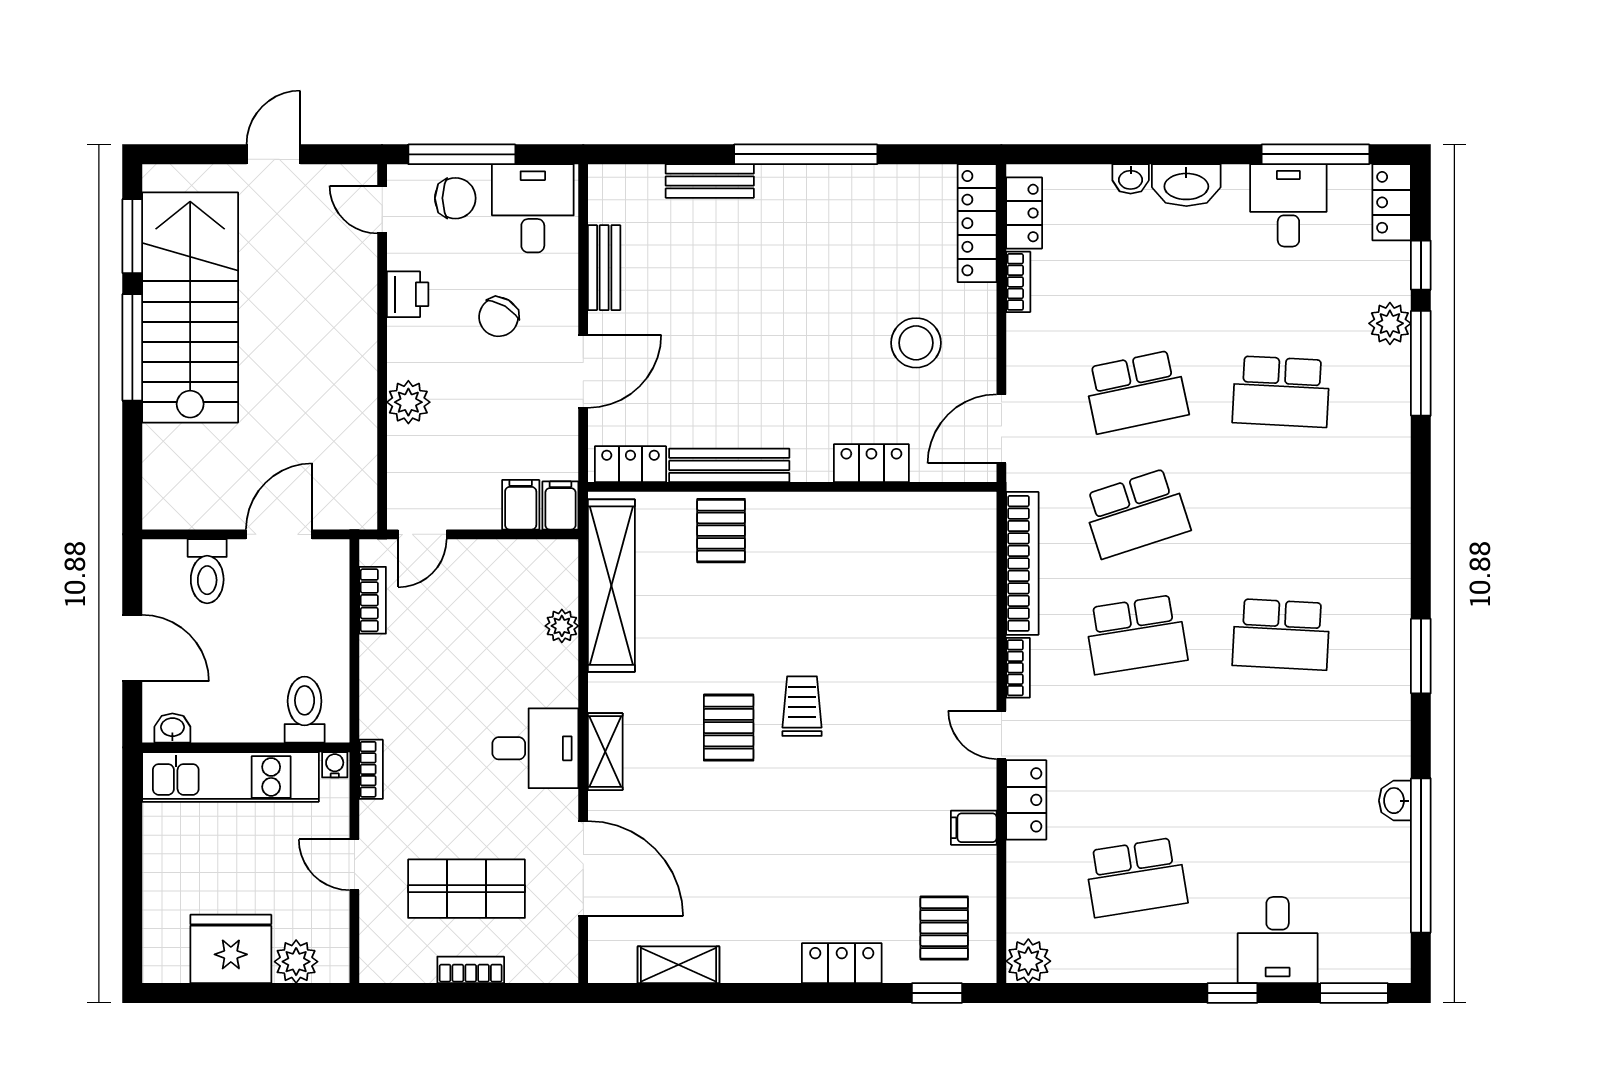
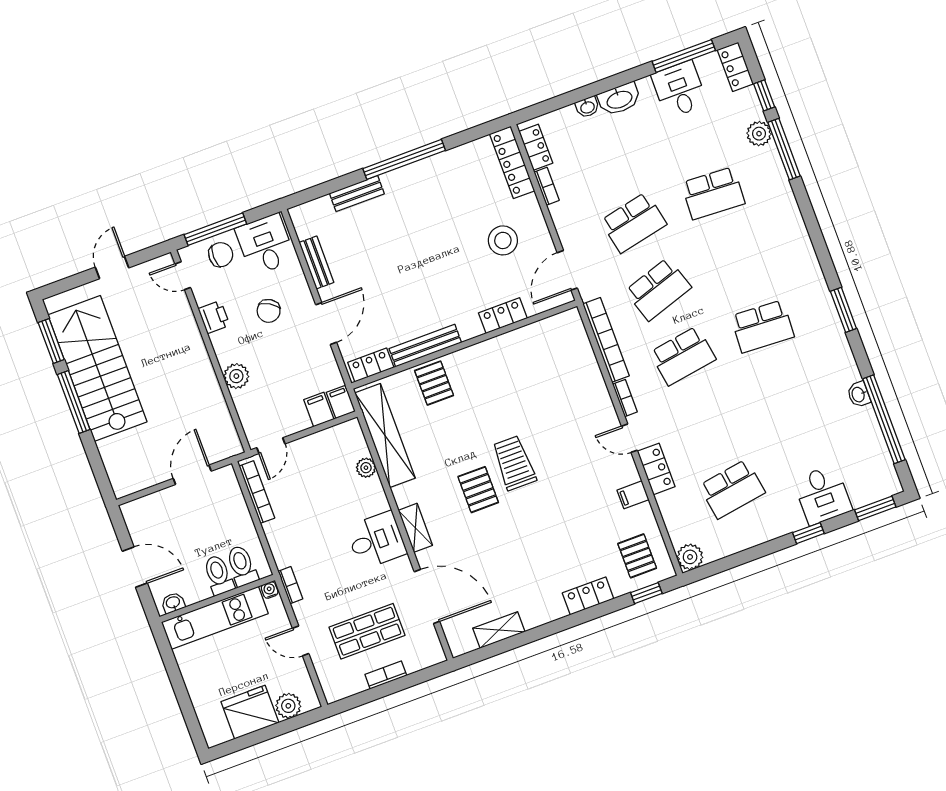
toilet: (207, 571) -> (219, 575), moved, turned 180
bookcase: (373, 600) -> (257, 492), width x1.56
trolley: (802, 706) -> (514, 463), width x1.36, depth x1.39

